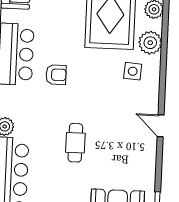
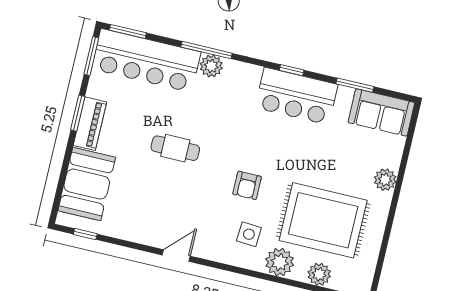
armchair: (56, 75) -> (247, 185), moved

